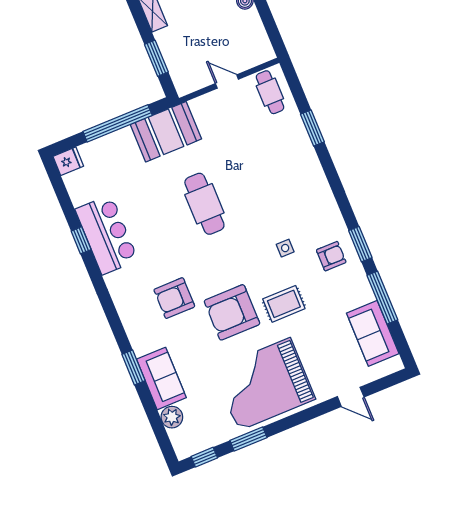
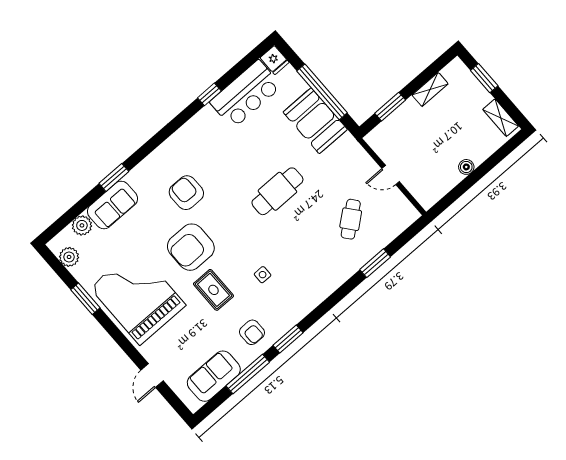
door: (227, 81) -> (391, 175), swing flipped
cafe table: (270, 92) -> (351, 219), moved, turned -39
booth: (166, 132) -> (315, 121), moved
bar counter: (107, 235) -> (246, 94), moved
armchair: (331, 256) -> (252, 332), moved
armchair: (232, 312) -> (191, 247), turned -90
plant: (200, 441) -> (69, 257), added
window: (204, 457) -> (56, 266), removed

